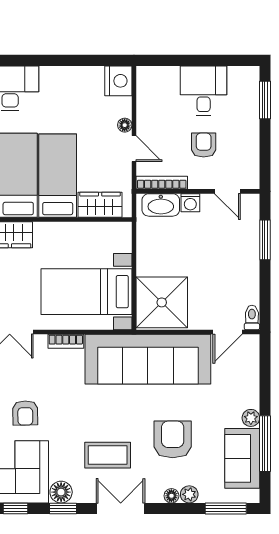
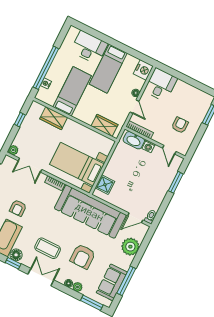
desk: (204, 91) -> (161, 85), moved
armchair: (204, 145) -> (180, 125), moved
bed: (58, 176) -> (108, 69), moved, turned 180
shower: (162, 302) -> (105, 185), width x0.54, depth x0.54
plant: (251, 418) -> (130, 247), moved, width x1.88, depth x1.88
armchair: (173, 439) -> (83, 256), turned 180

